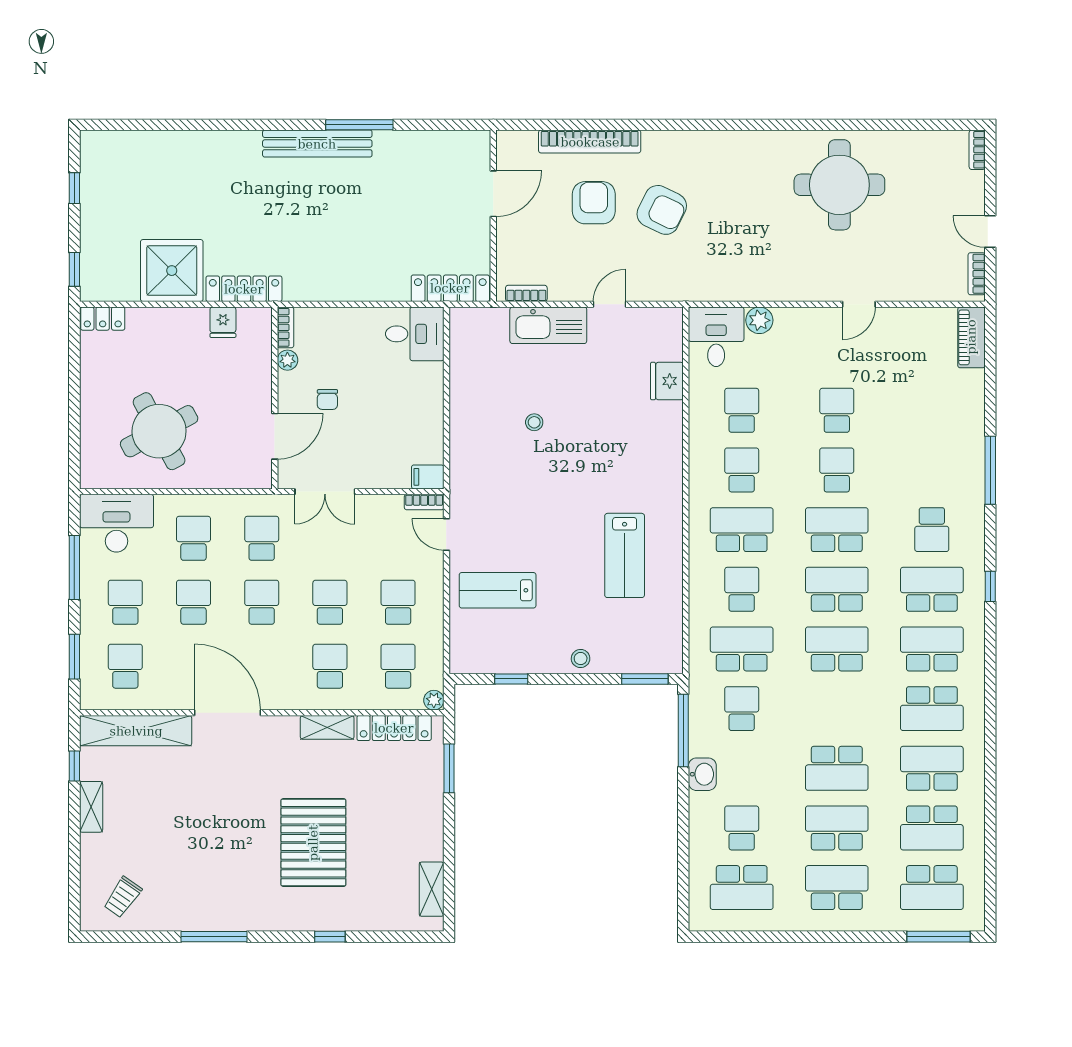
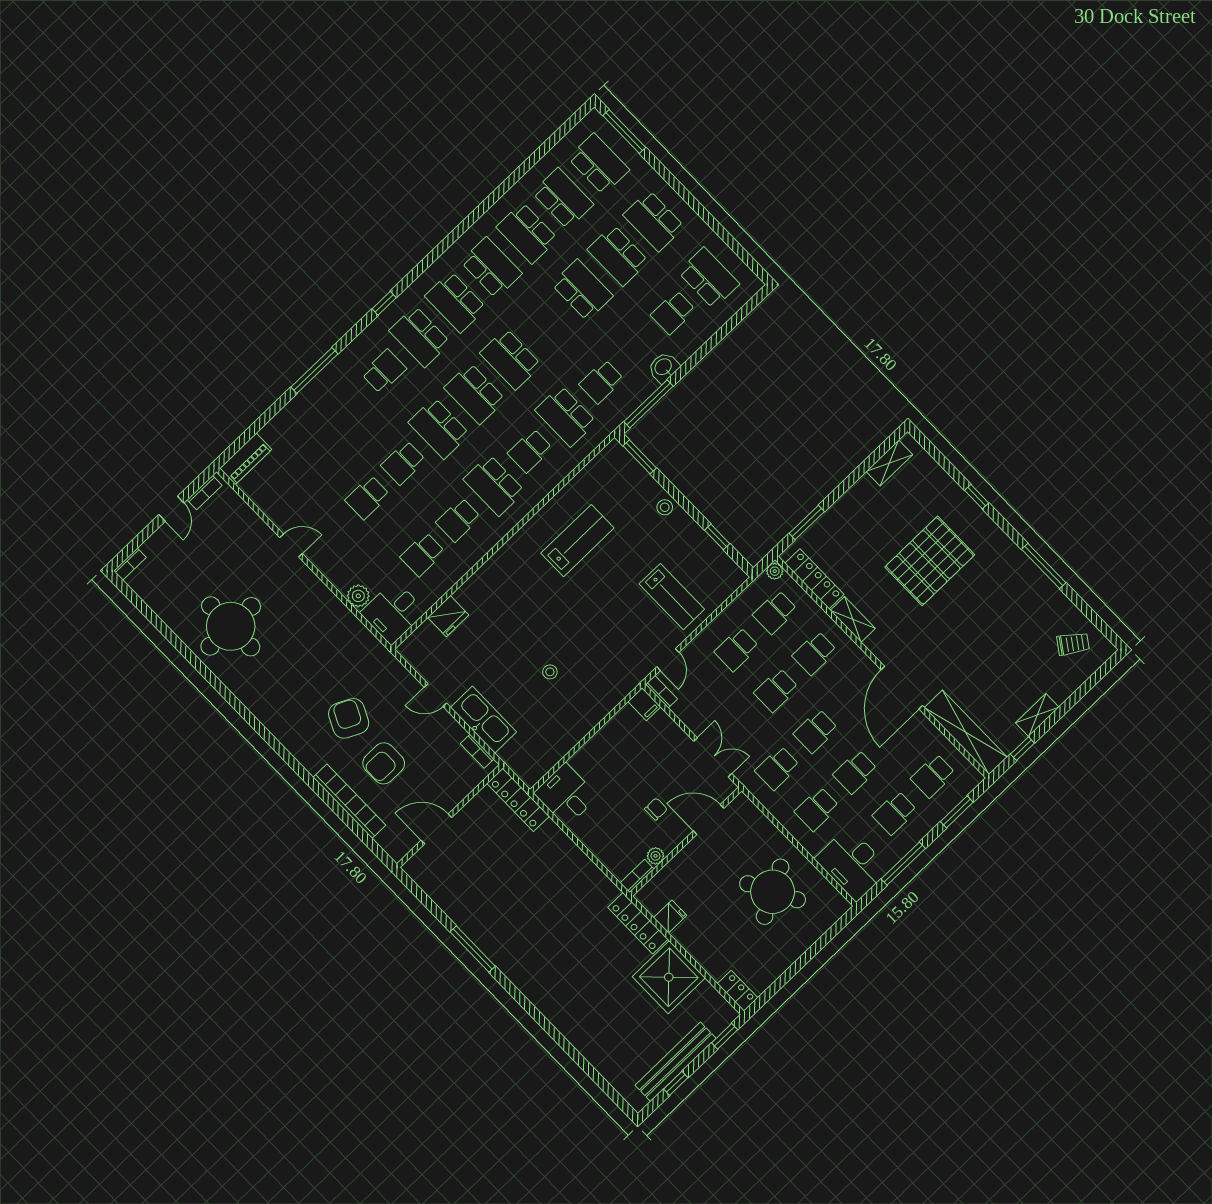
bench: (317, 144) -> (676, 1062), moved, turned 90

